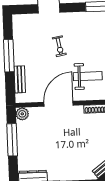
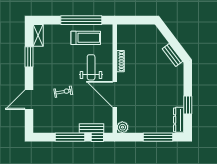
window: (10, 86) -> (97, 137), added
window: (12, 140) -> (158, 137), moved

